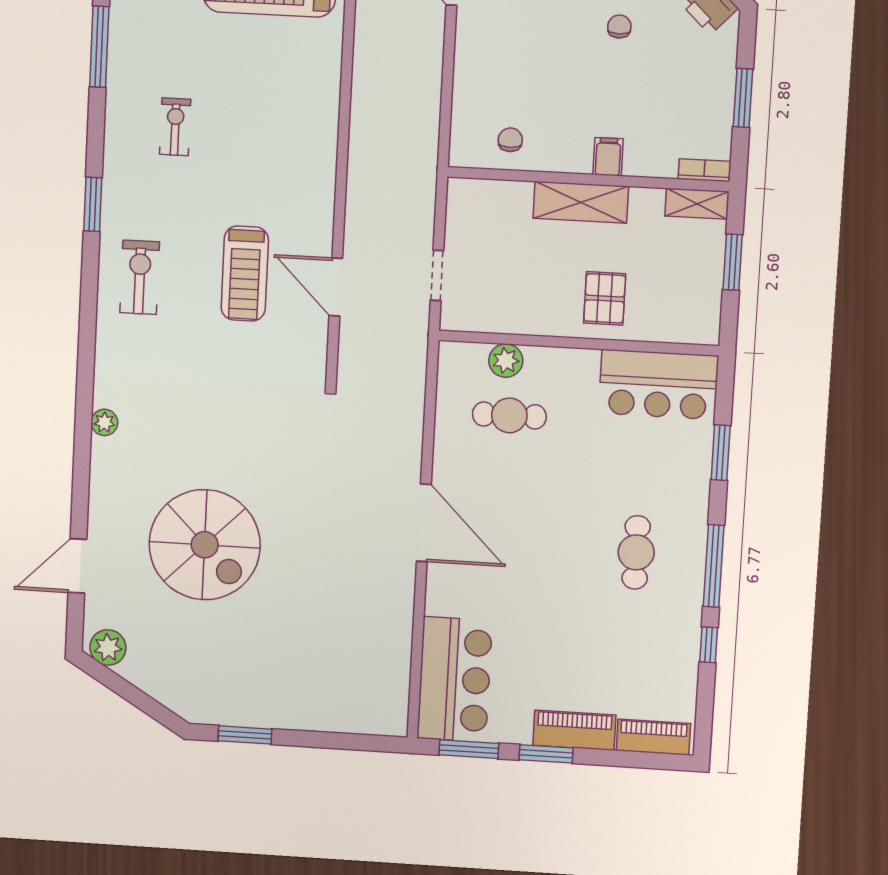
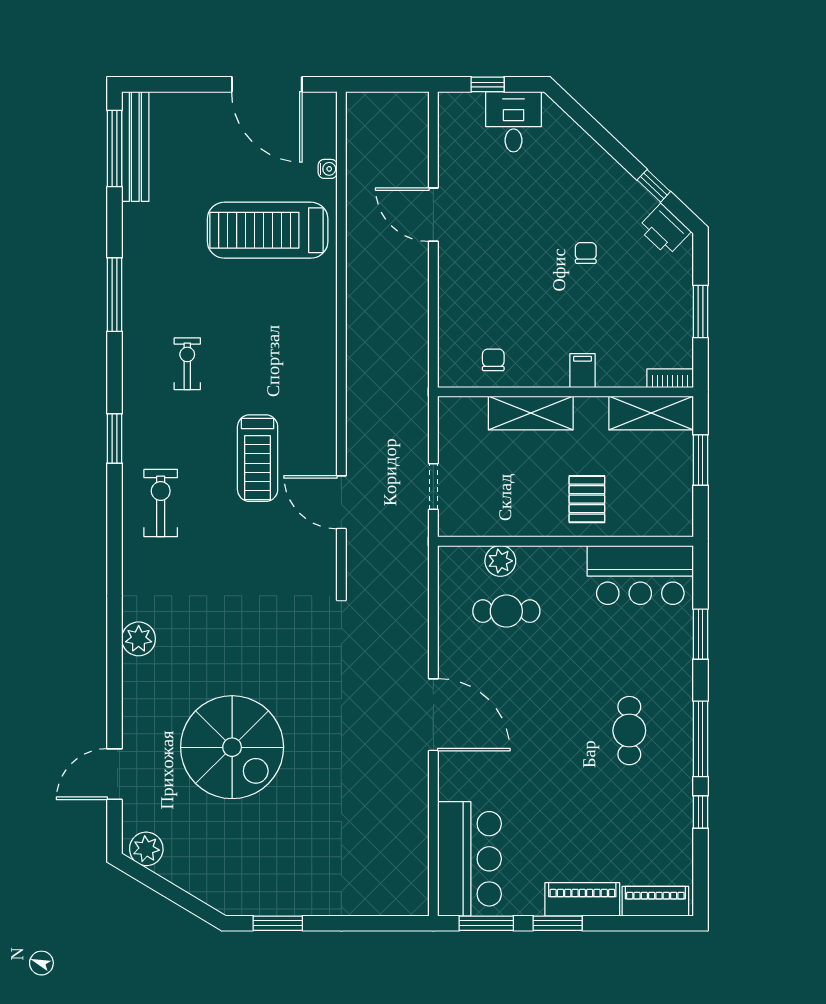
shelving: (581, 202) -> (531, 413), moved
shelving: (697, 204) -> (651, 413), width x1.50, depth x1.33
treadmill: (245, 274) -> (258, 458), moved
plant: (104, 422) -> (139, 639), width x1.38, depth x1.38

